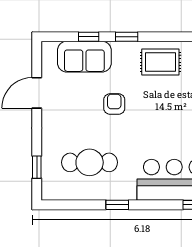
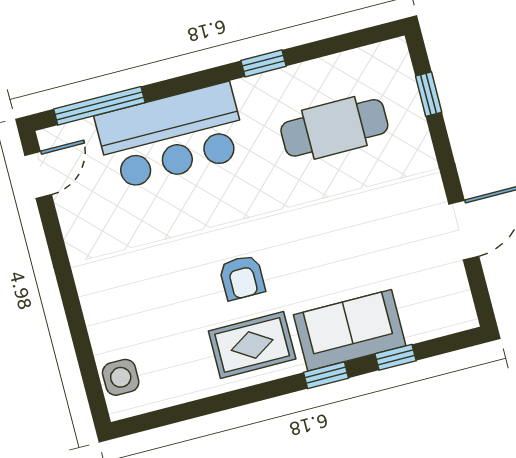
sofa: (84, 57) -> (350, 330), moved
armchair: (114, 104) -> (242, 277), moved

